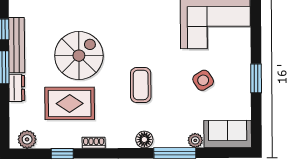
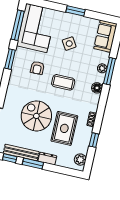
armchair: (154, 40) -> (37, 68), added
plant: (195, 140) -> (102, 68), moved

